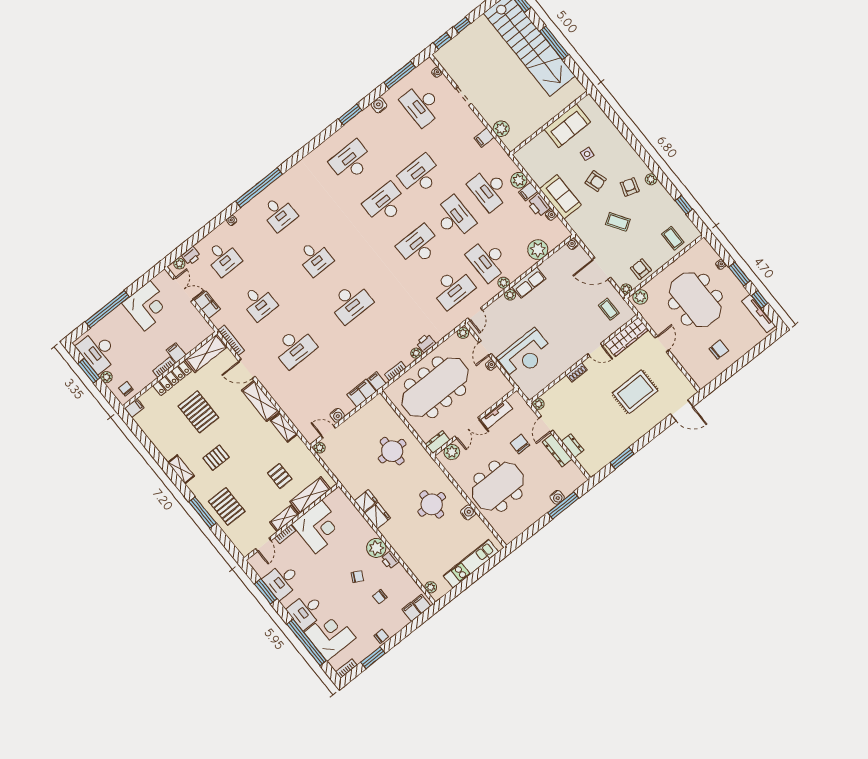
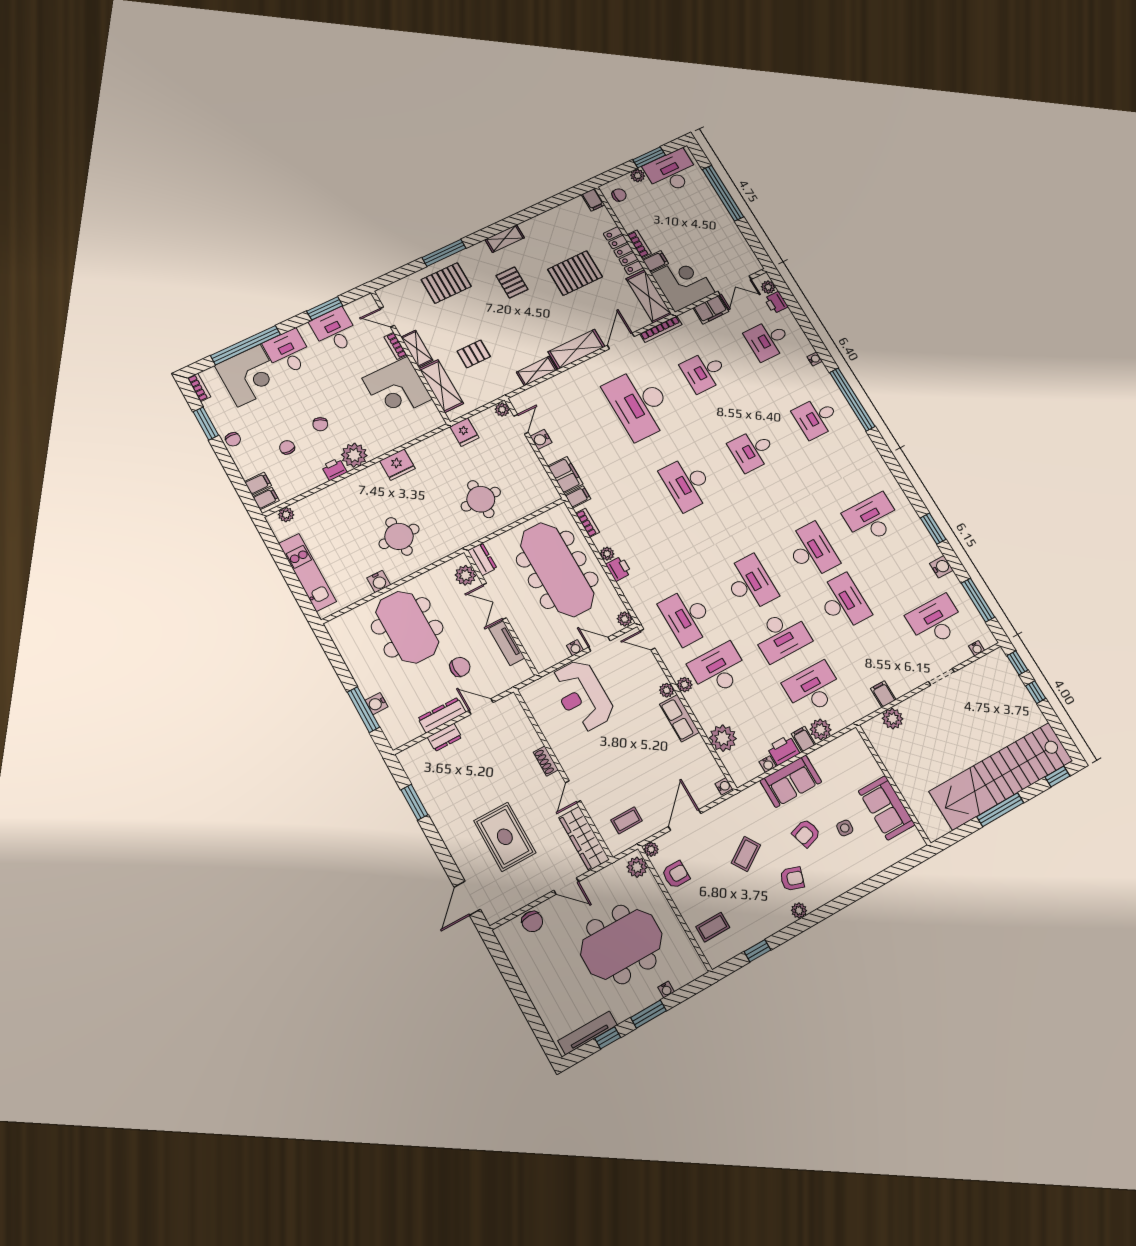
desk: (351, 161) -> (872, 519), turned -90
corner desk: (147, 306) -> (683, 283), moved, turned 180
desk: (295, 347) -> (639, 404), width x1.36, depth x1.30
chair: (719, 350) -> (532, 921), moved
plant: (538, 404) -> (511, 701), removed
fridge: (366, 501) -> (464, 432), moved

